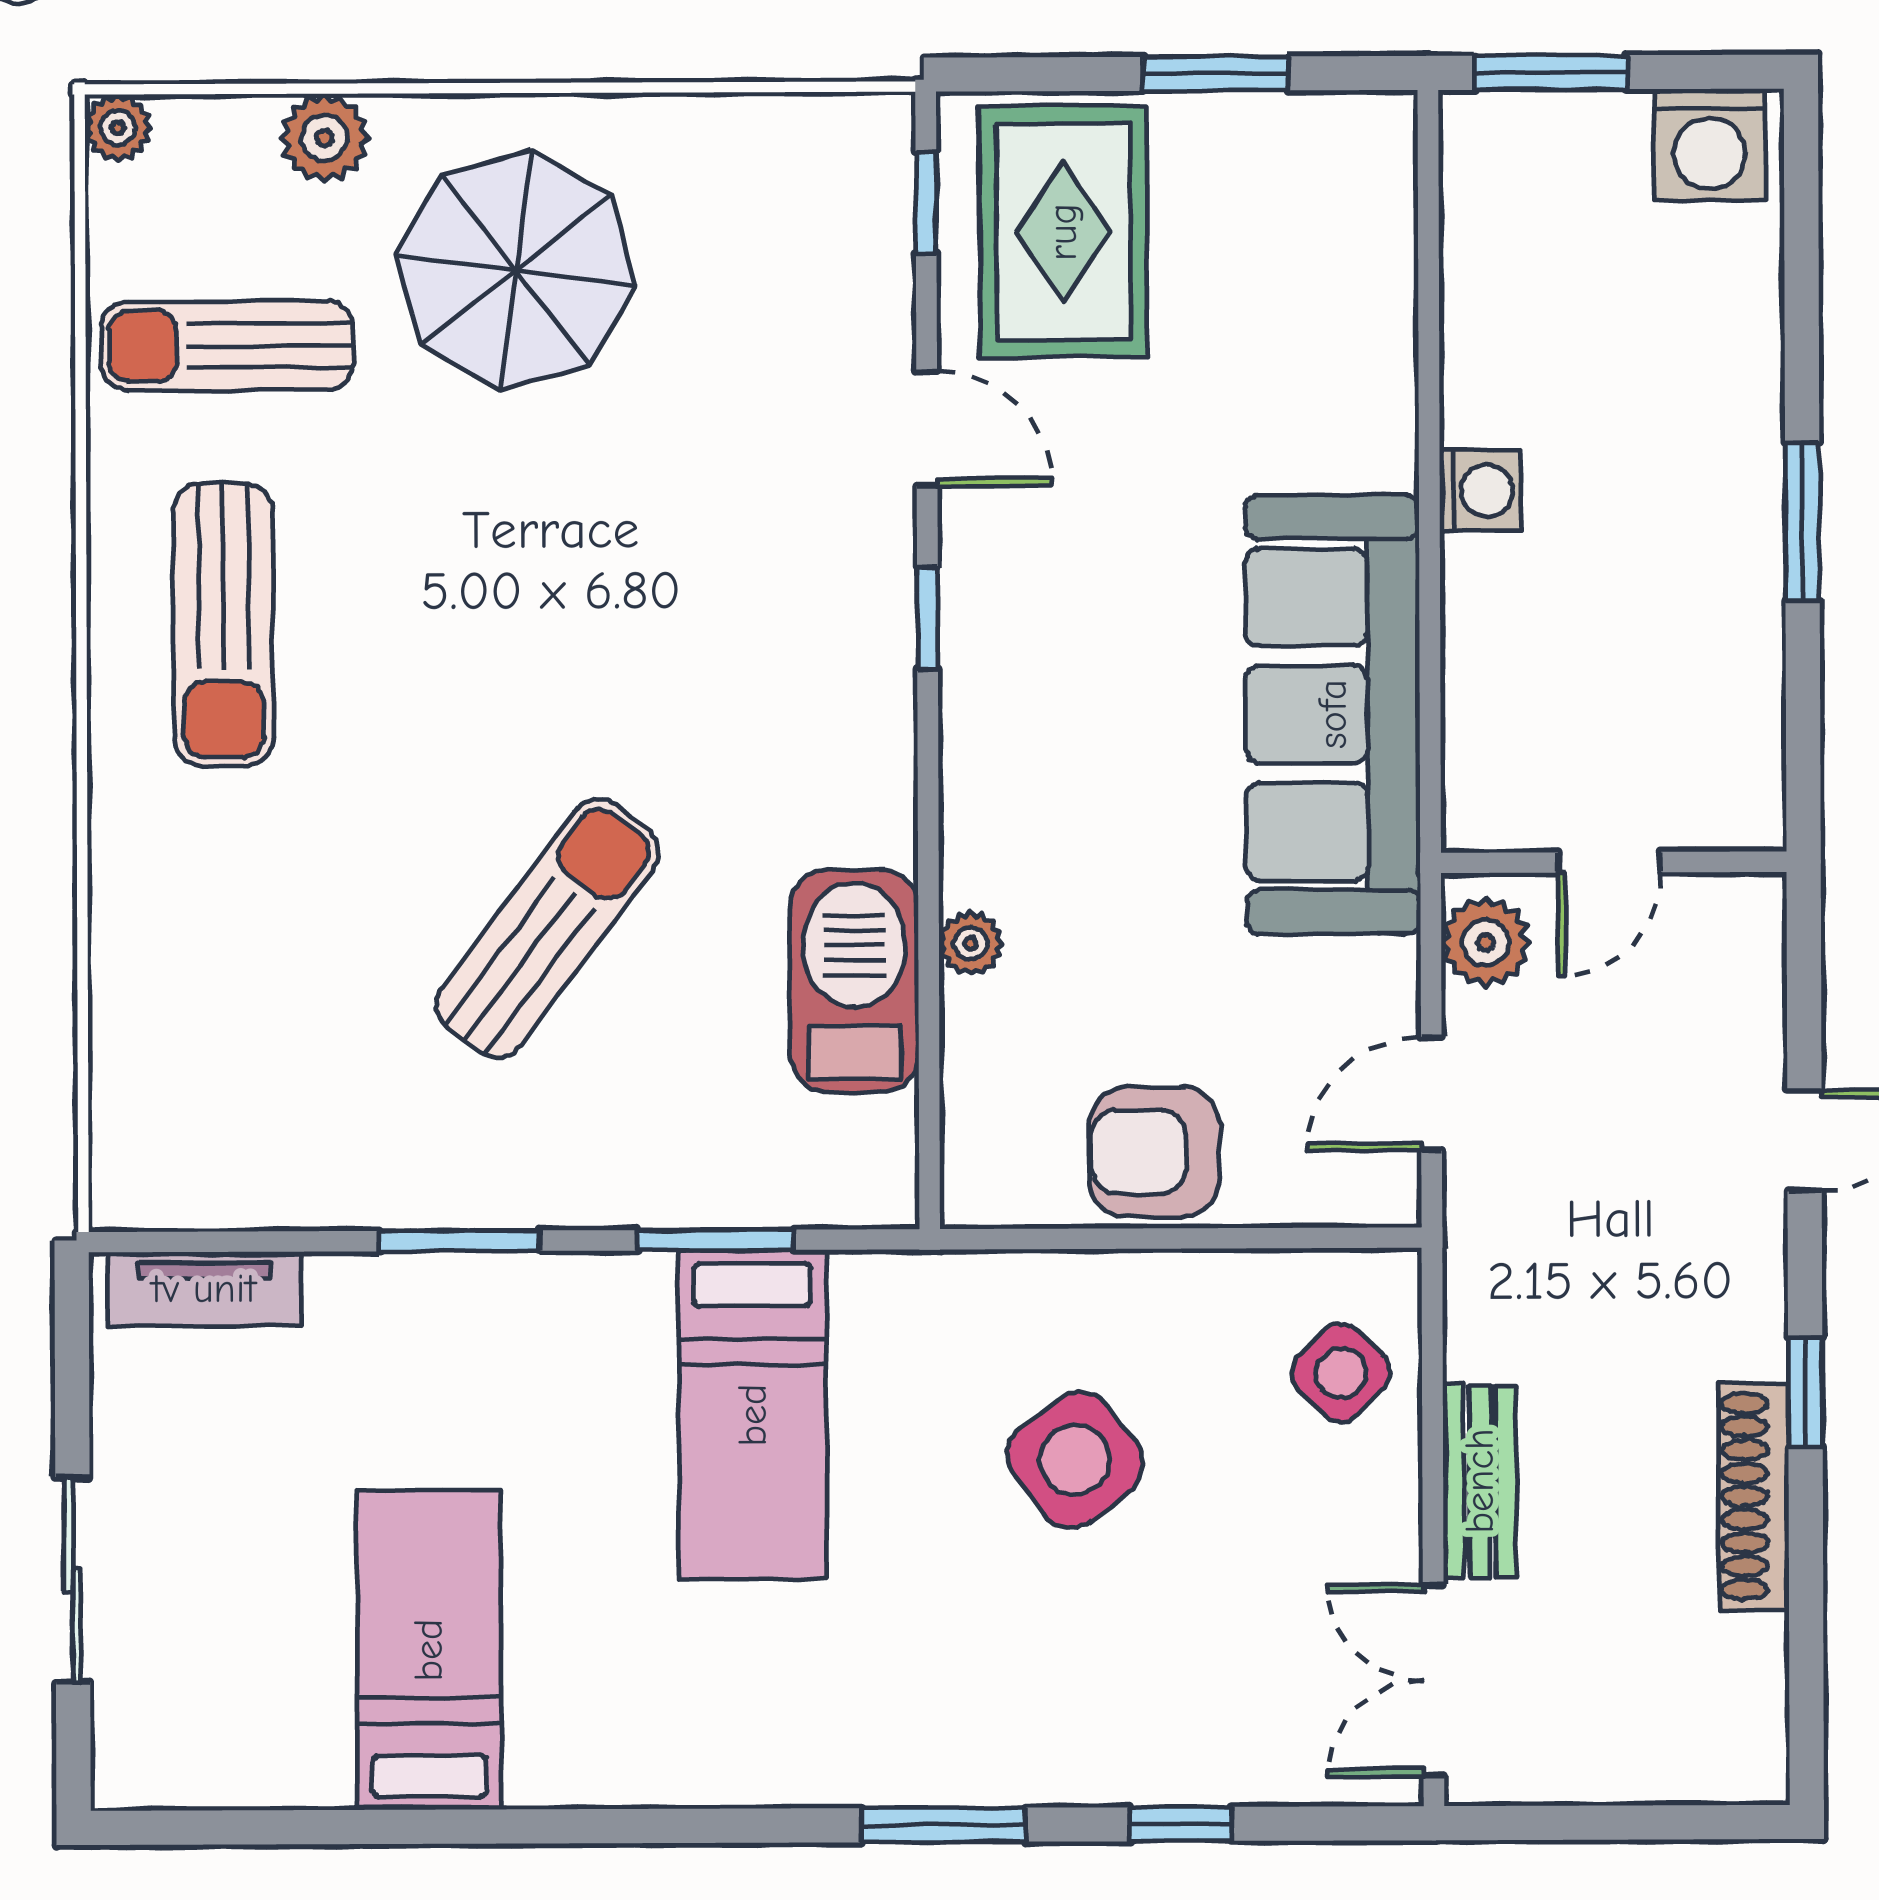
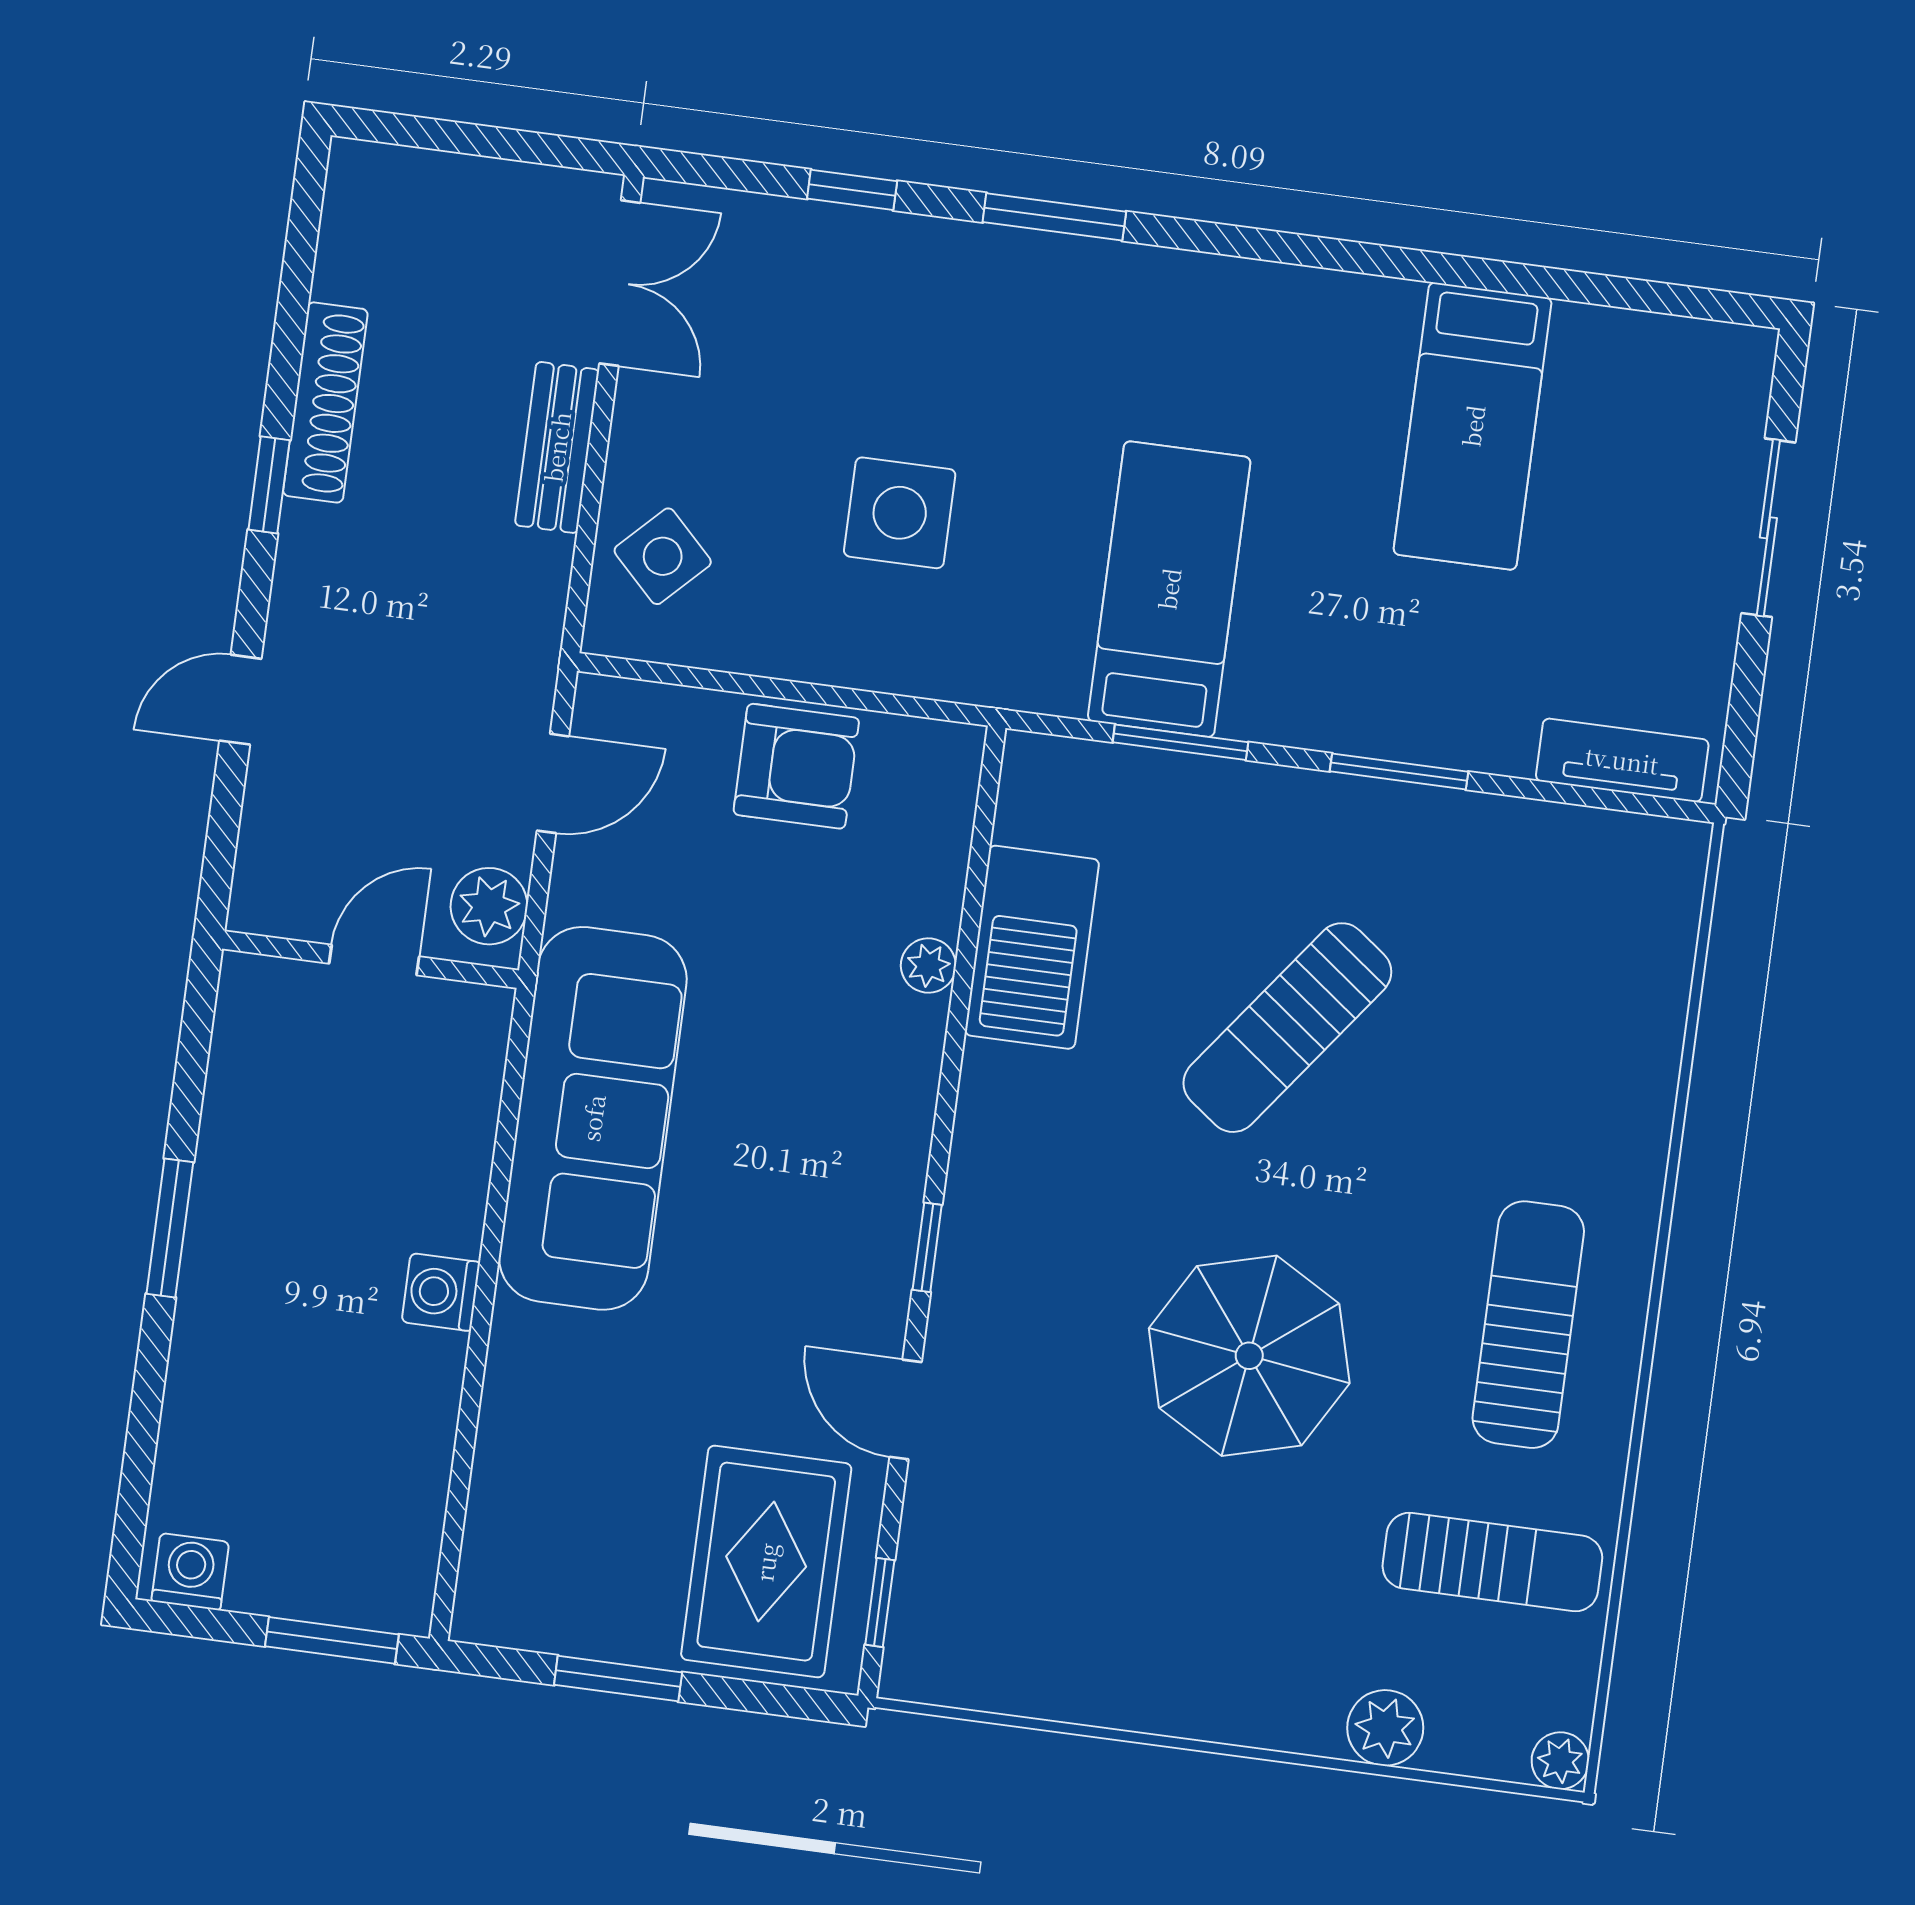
washing machine: (1710, 145) -> (190, 1572), width x0.73, depth x0.73
parasol: (516, 270) -> (1249, 1356), moved
side table: (1075, 1460) -> (900, 513), turned 37

